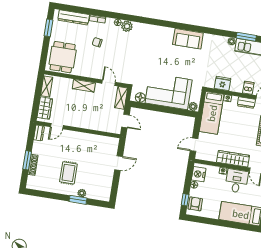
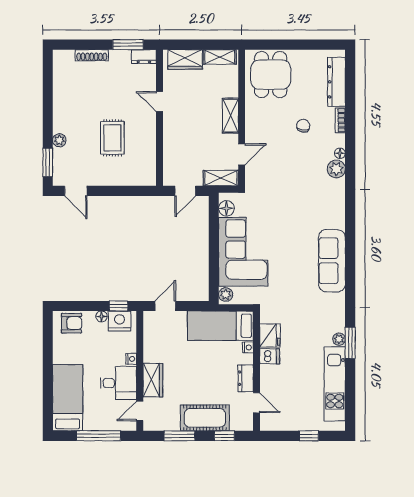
window: (48, 28) -> (313, 45), removed
window: (246, 37) -> (350, 343), moved
sofa: (188, 39) -> (332, 261), width x1.36
dining table: (63, 57) -> (271, 75), turned 90
dishwasher: (248, 88) -> (270, 356), moved
door: (57, 126) -> (160, 102), moved
door: (194, 145) -> (165, 306), hinge flipped
wardrobe: (233, 159) -> (153, 380), width x0.67
window: (27, 160) -> (128, 45), moved
door: (119, 163) -> (76, 191), moved
rug: (68, 173) -> (112, 138), moved, turned 90
window: (78, 200) -> (48, 162), moved
window: (185, 200) -> (119, 306), moved

